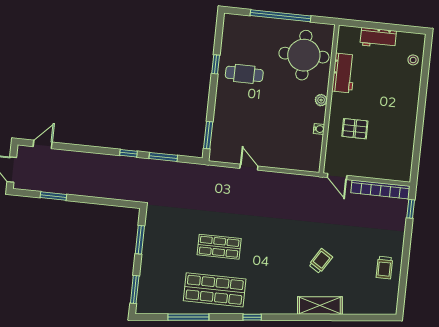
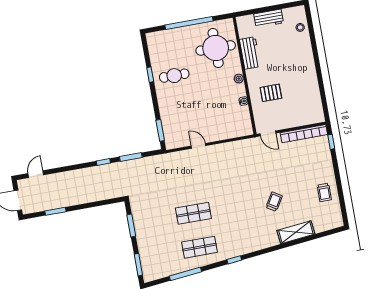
shop shelf: (215, 290) -> (199, 247), width x0.70, depth x0.74
shelving: (320, 305) -> (296, 232), moved

